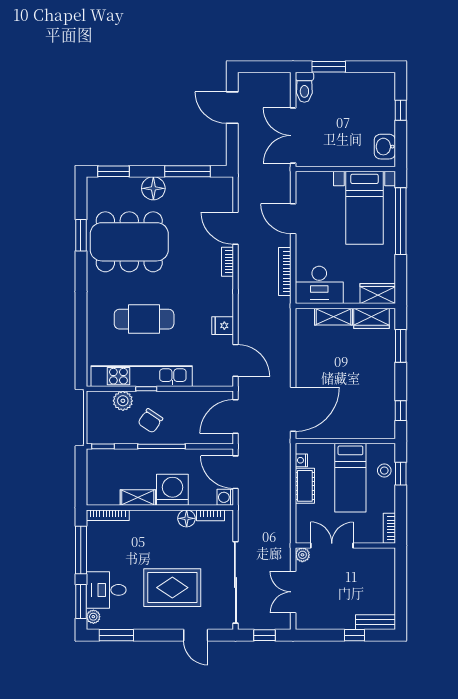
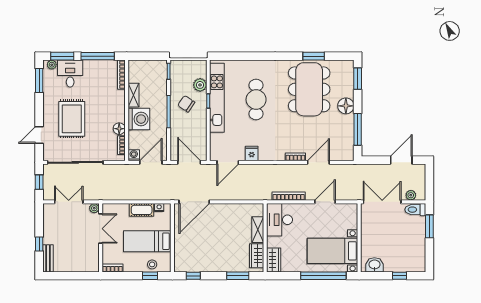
plant: (283, 94) -> (411, 195), added
door: (293, 409) -> (194, 202), hinge flipped

